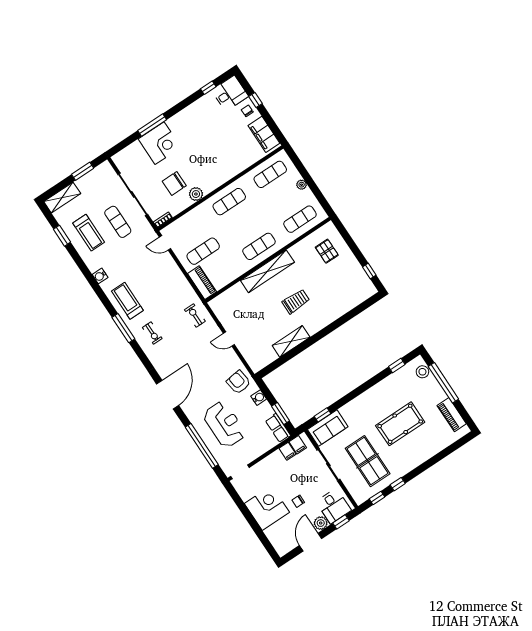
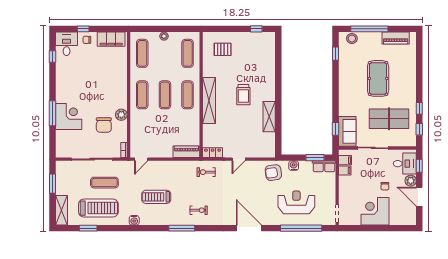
treadmill: (89, 233) -> (98, 208), width x1.37, depth x1.38
exercise mat: (203, 251) -> (165, 95), moved
treadmill: (127, 301) -> (156, 197), moved
trolley: (296, 301) -> (243, 95), turned 180
locker: (218, 309) -> (213, 153), added

